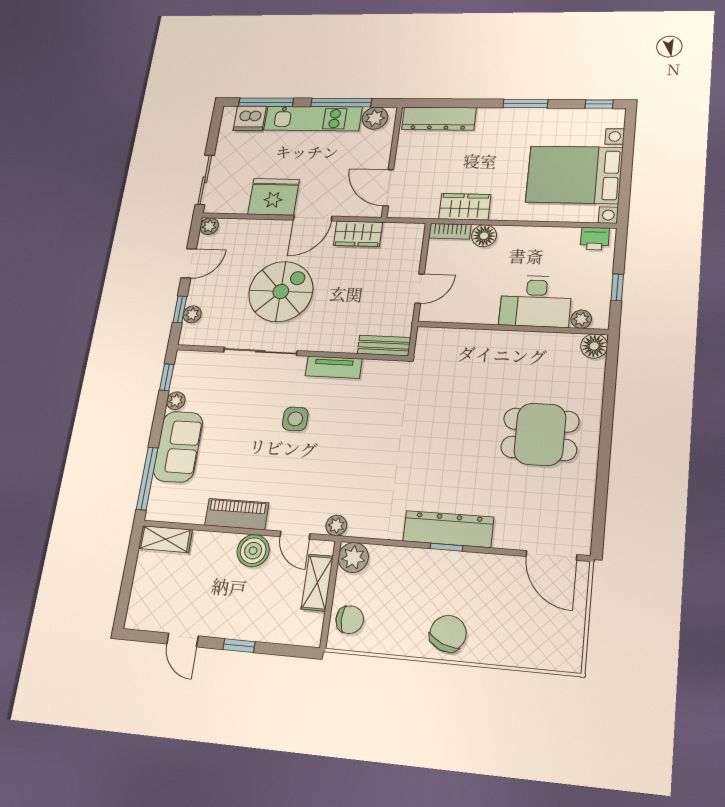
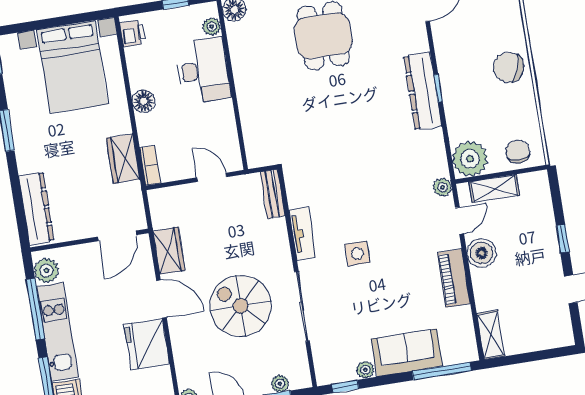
floor lamp: (484, 236) -> (144, 101), moved
plant: (353, 557) -> (470, 159), width x1.36, depth x1.36

